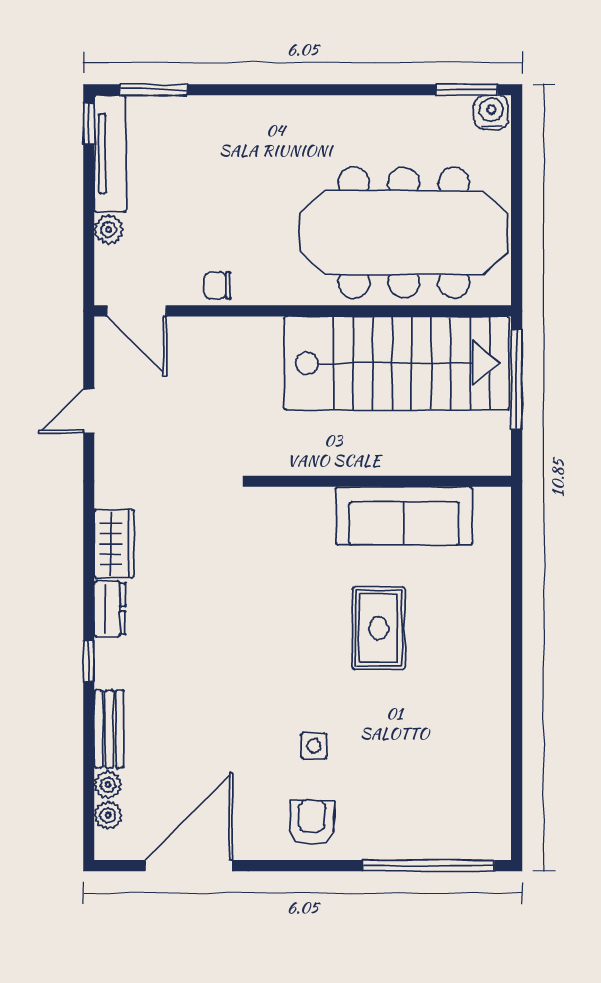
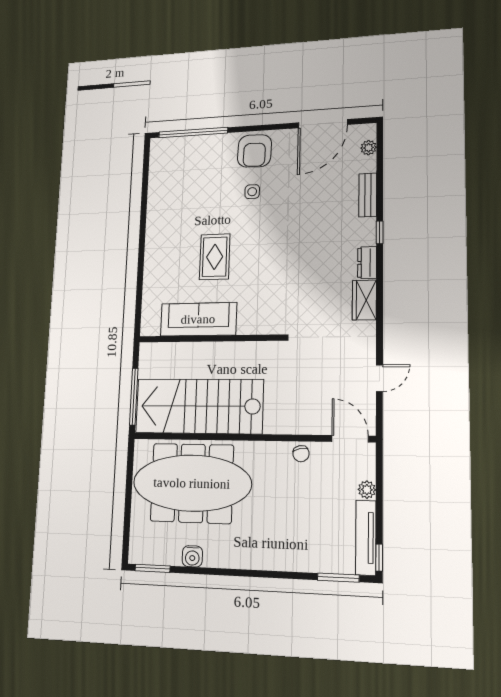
water cooler: (491, 112) -> (192, 556), moved
chair: (218, 285) -> (301, 454), turned 77
plant: (108, 785) -> (369, 164), removed
armchair: (312, 822) -> (255, 151), width x1.38, depth x1.38

